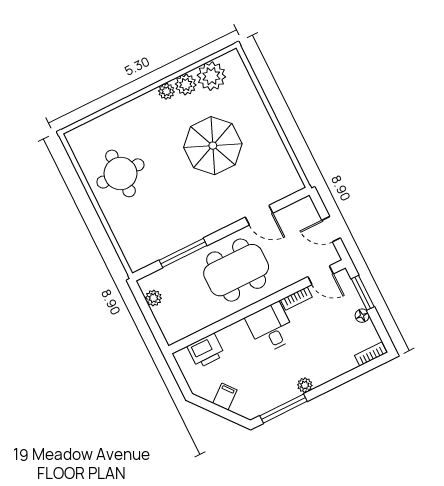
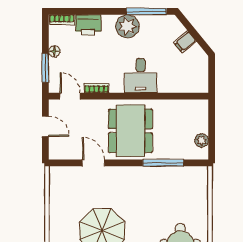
dining table: (236, 270) -> (130, 131), turned 90
desk: (271, 328) -> (141, 76), moved
printer: (206, 351) -> (88, 25), moved, turned 180
plant: (305, 385) -> (127, 26), width x1.88, depth x1.88

